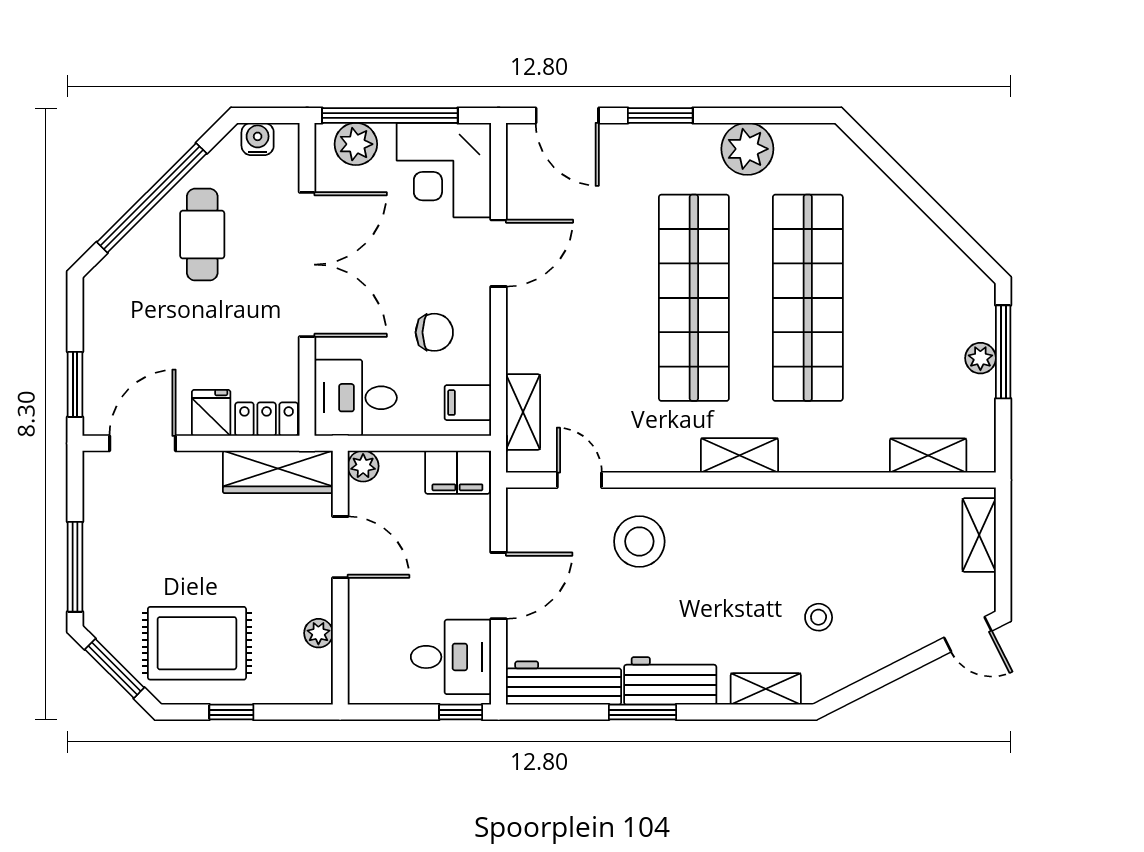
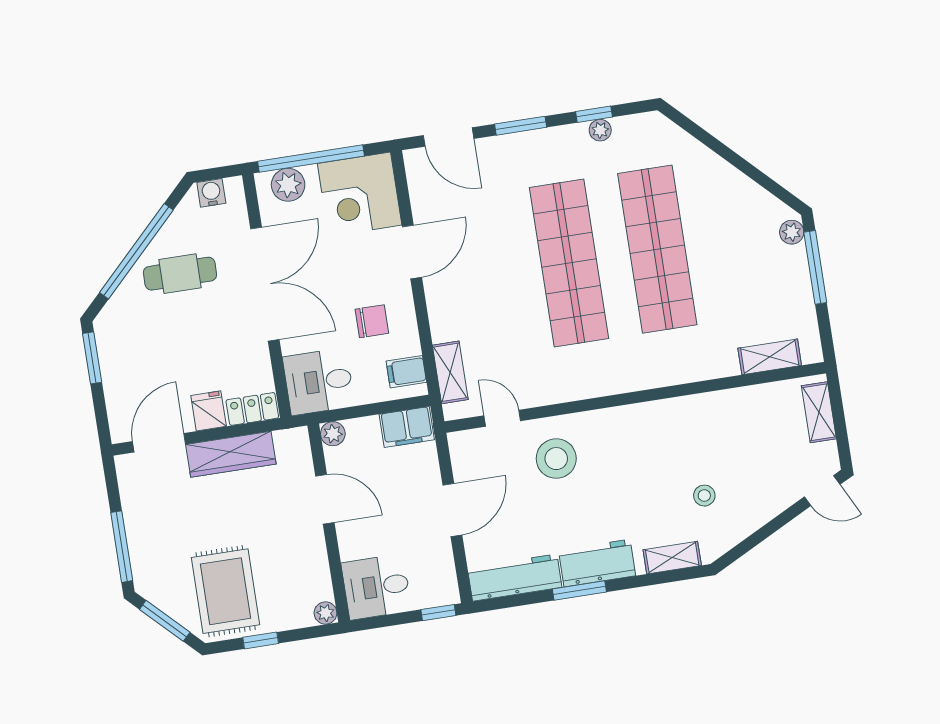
window: (755, 115) -> (594, 114), added
plant: (747, 149) -> (600, 130), width x0.53, depth x0.53
cafe table: (202, 235) -> (180, 274), turned 90
plant: (980, 358) -> (792, 232), moved
window: (75, 384) -> (92, 358), moved
shelving: (739, 455) -> (623, 380), removed
wardrobe: (278, 472) -> (231, 454), moved
plant: (318, 633) -> (325, 613), moved
rug: (197, 643) -> (226, 591), turned 90
desk: (451, 657) -> (376, 587), moved, turned 180

